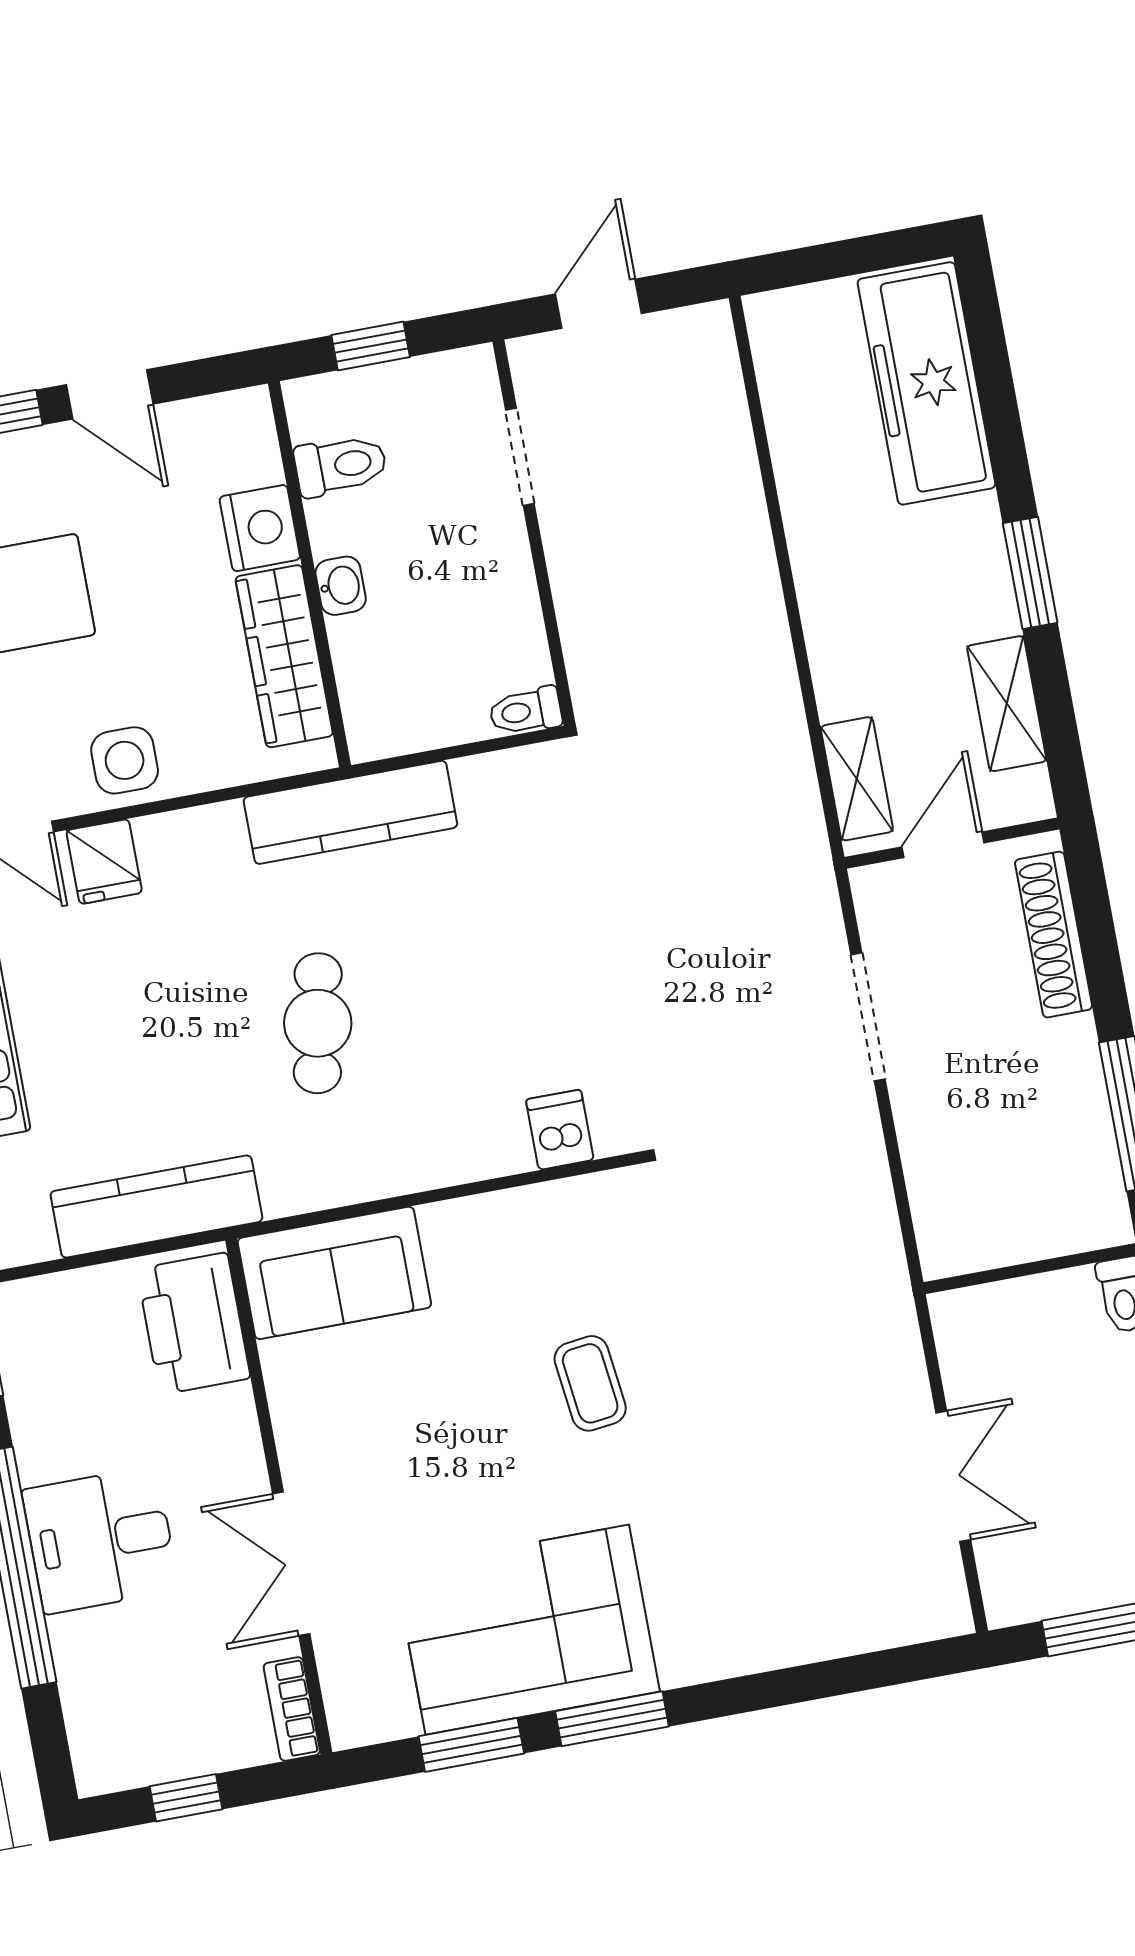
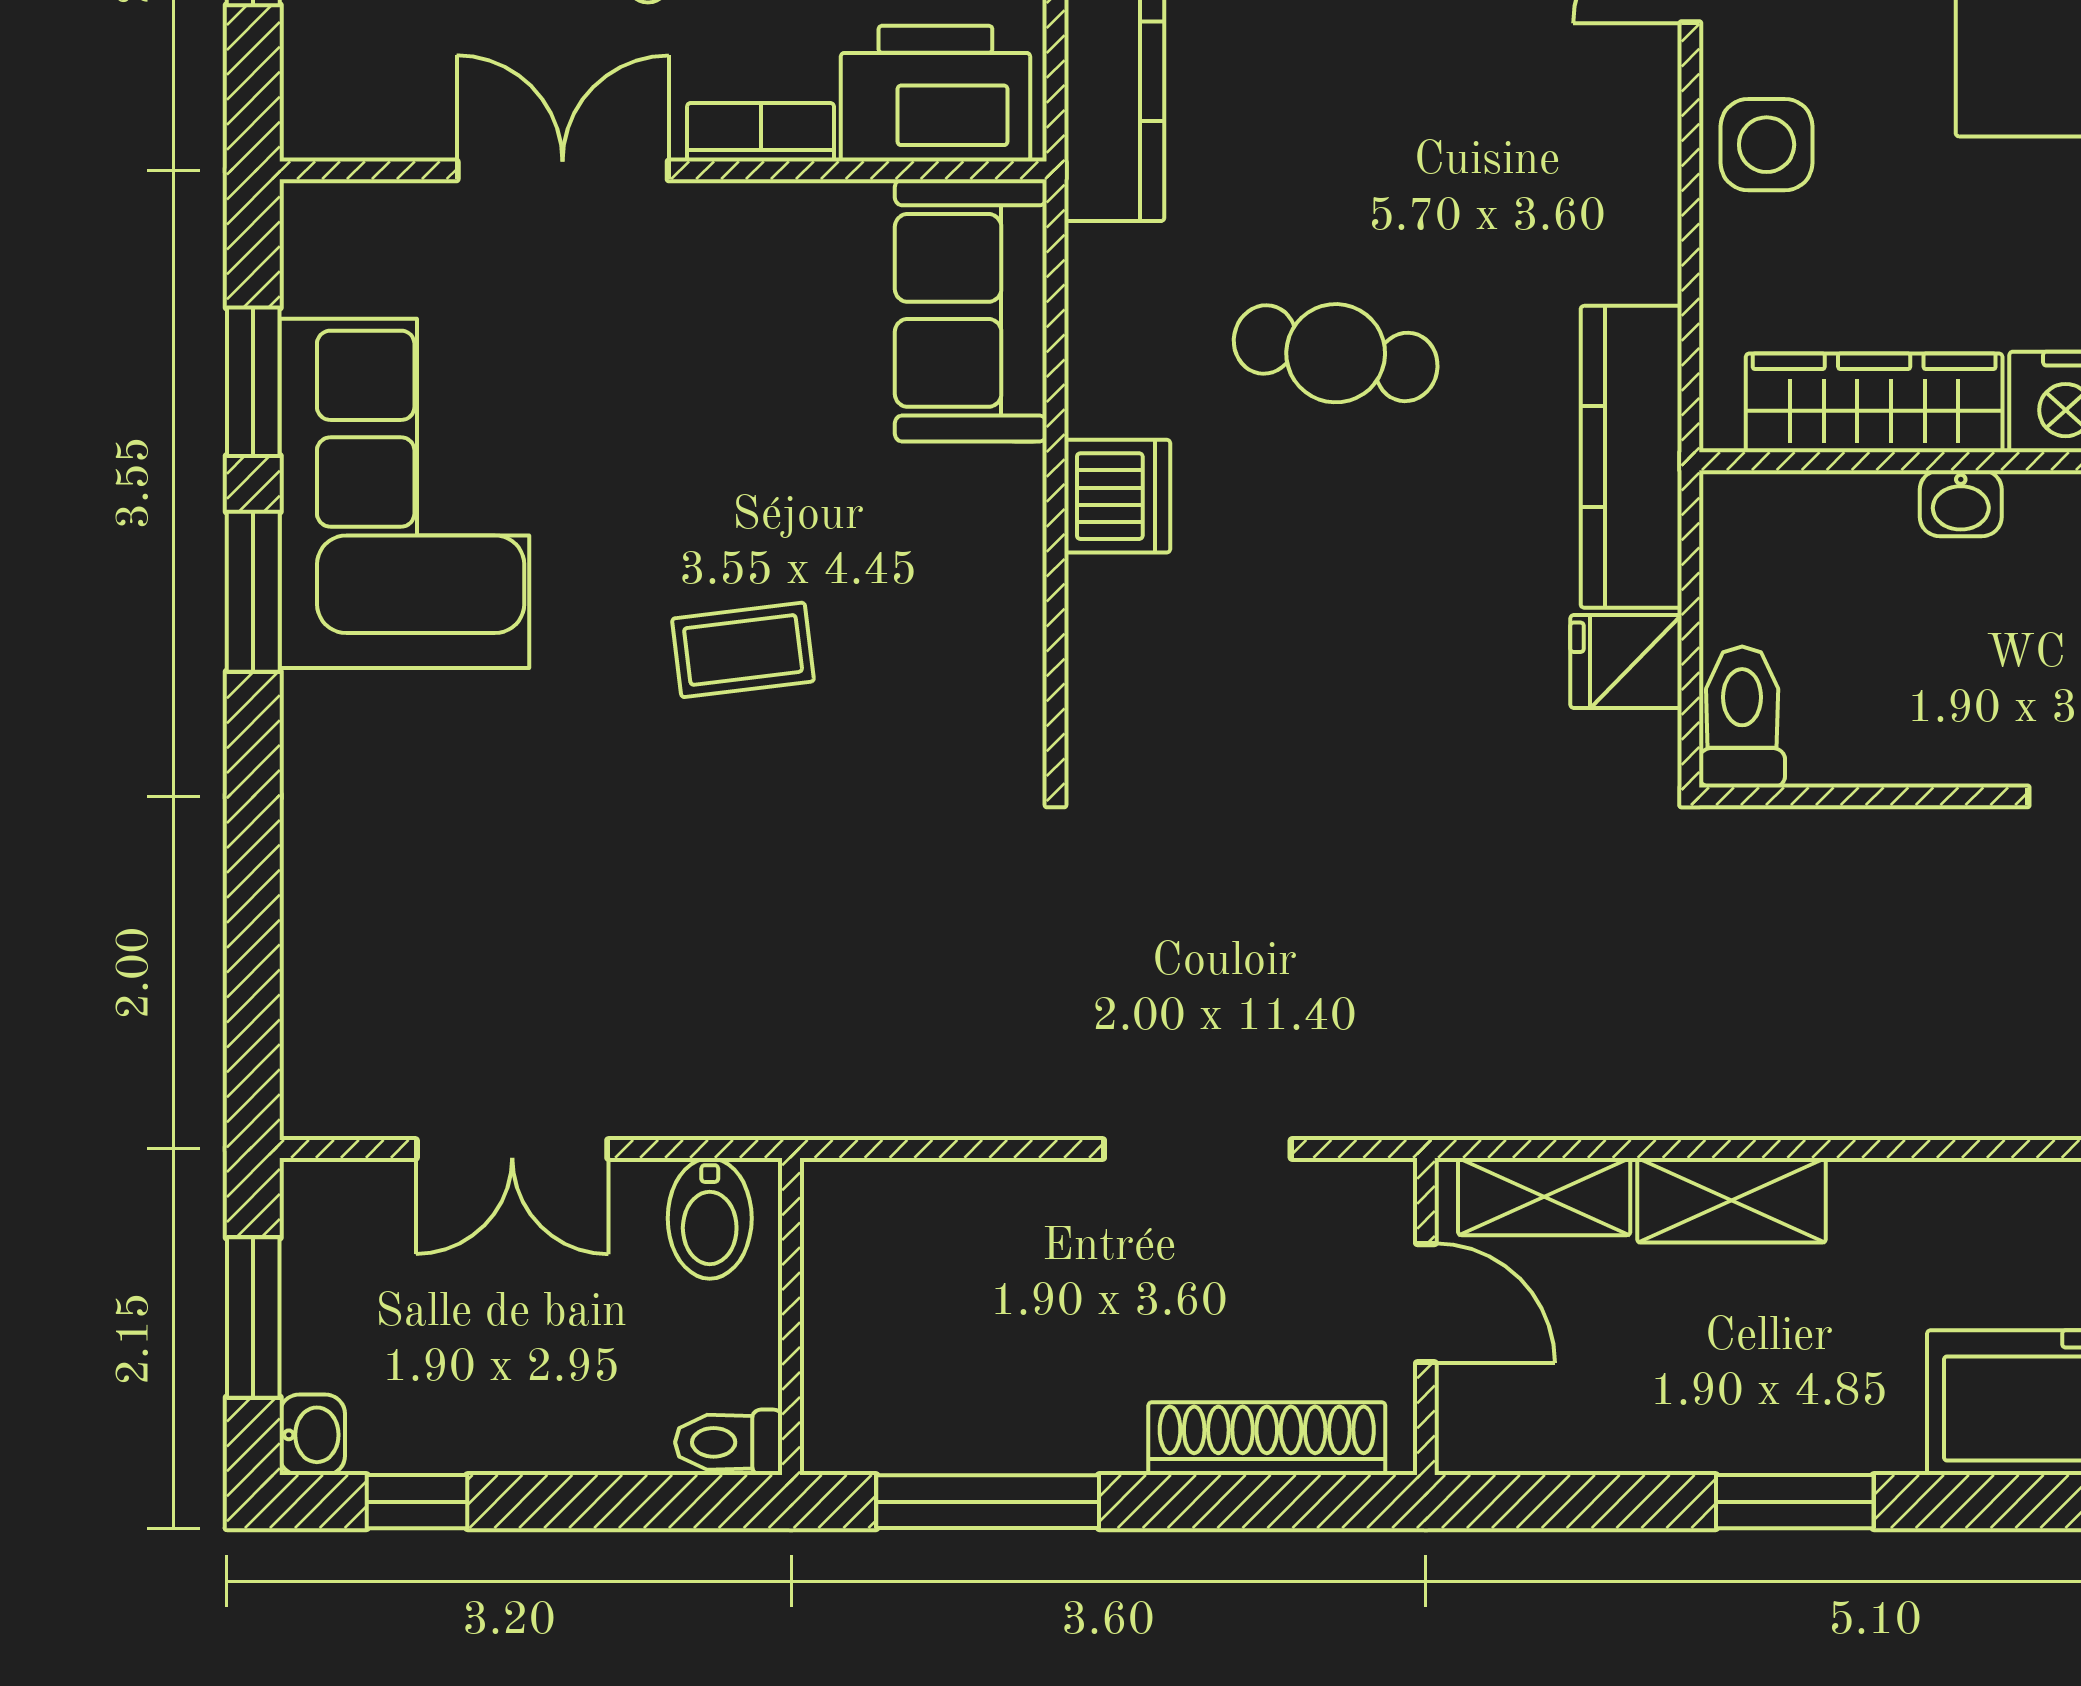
shelving: (1007, 704) -> (1731, 1200), moved
toilet: (526, 711) -> (1742, 717), width x1.37, depth x1.39
fridge: (104, 862) -> (1626, 661), moved
dishwasher: (560, 1130) -> (1117, 496), moved, width x1.38
bidet: (975, 1335) -> (710, 1218), added
bookcase: (292, 1709) -> (761, 132), moved

